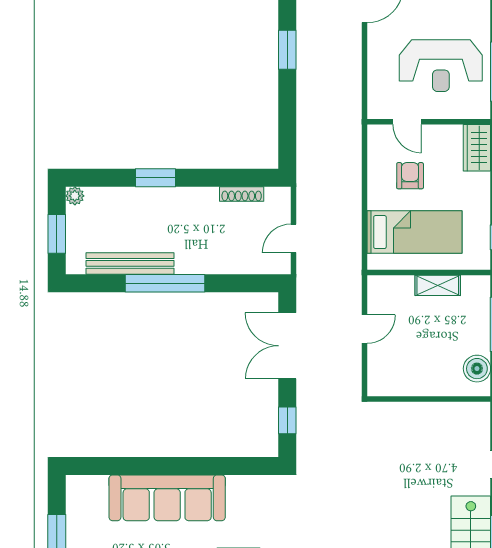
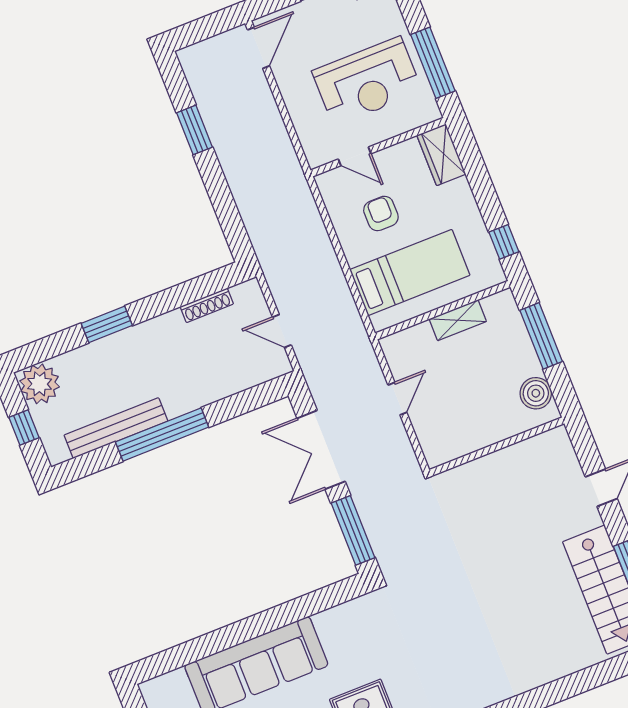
plant: (75, 196) -> (40, 384), width x1.88, depth x1.88
window: (57, 234) -> (24, 428), width x0.67
door: (294, 238) -> (282, 331), hinge flipped
window: (287, 420) -> (353, 530), width x2.17

